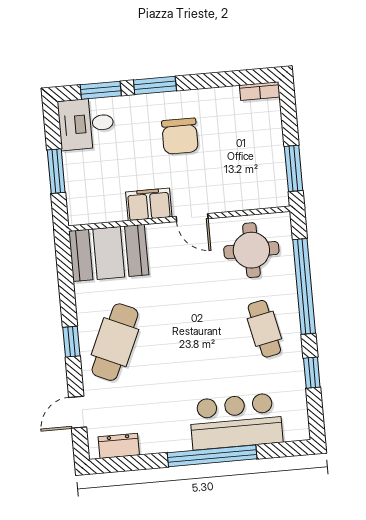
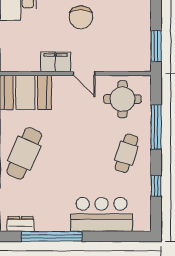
window: (304, 286) -> (156, 127), width x0.68
cafe table: (264, 329) -> (126, 153), turned 30
window: (212, 456) -> (52, 236), moved

